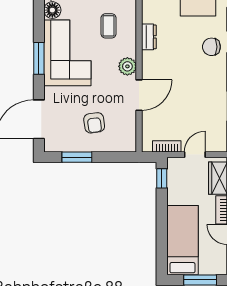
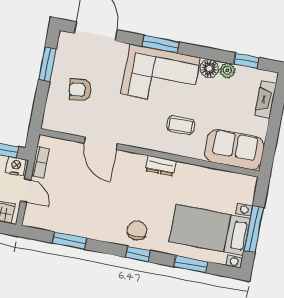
plant: (127, 66) -> (134, 137), removed
nightstand: (174, 168) -> (16, 166), added

